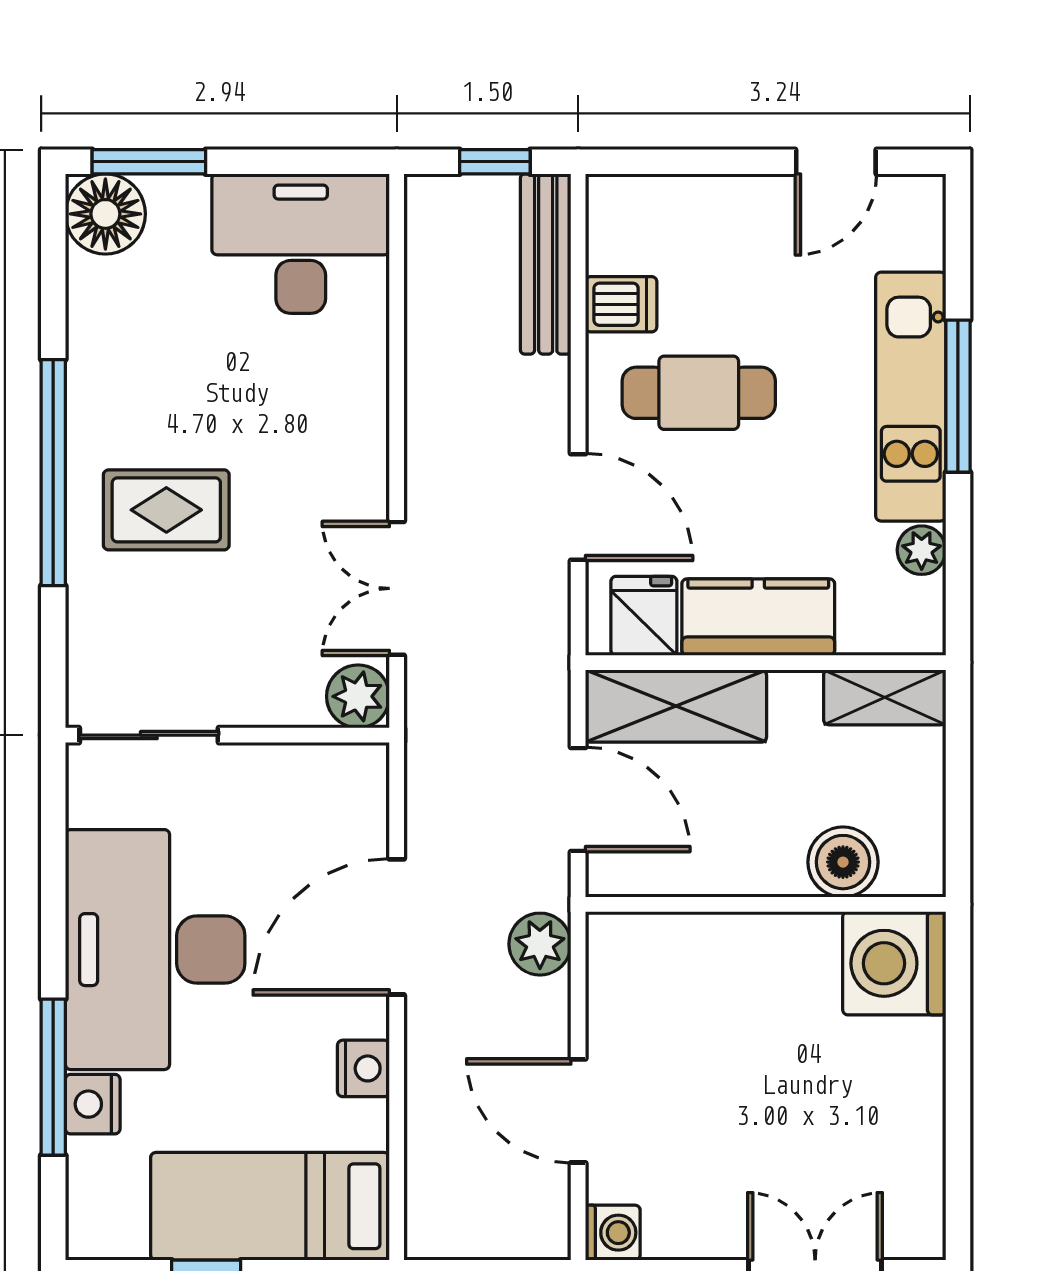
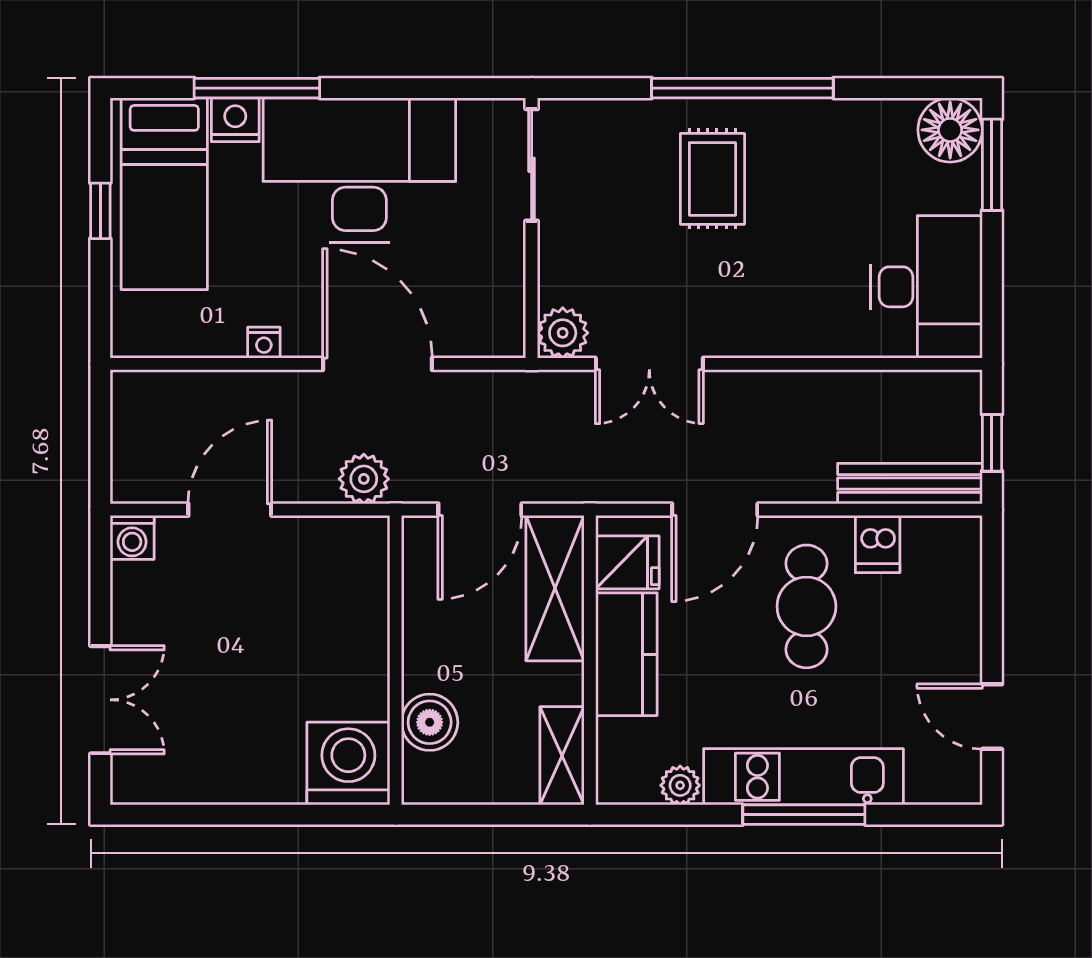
double door: (397, 588) -> (649, 364), swing flipped
nightstand: (363, 1068) -> (264, 343), width x0.72, depth x0.74
bed: (270, 1206) -> (164, 194), moved, turned 180

